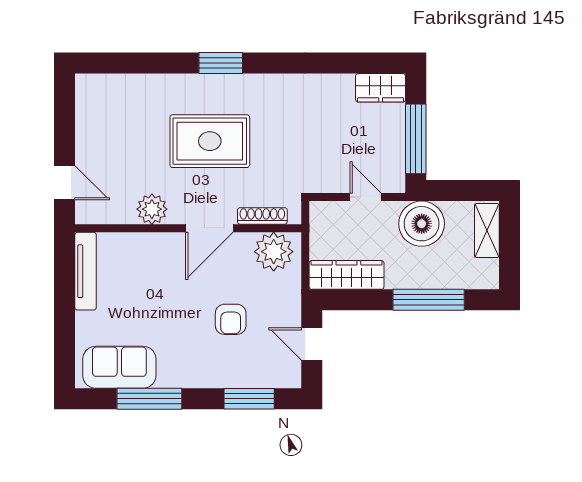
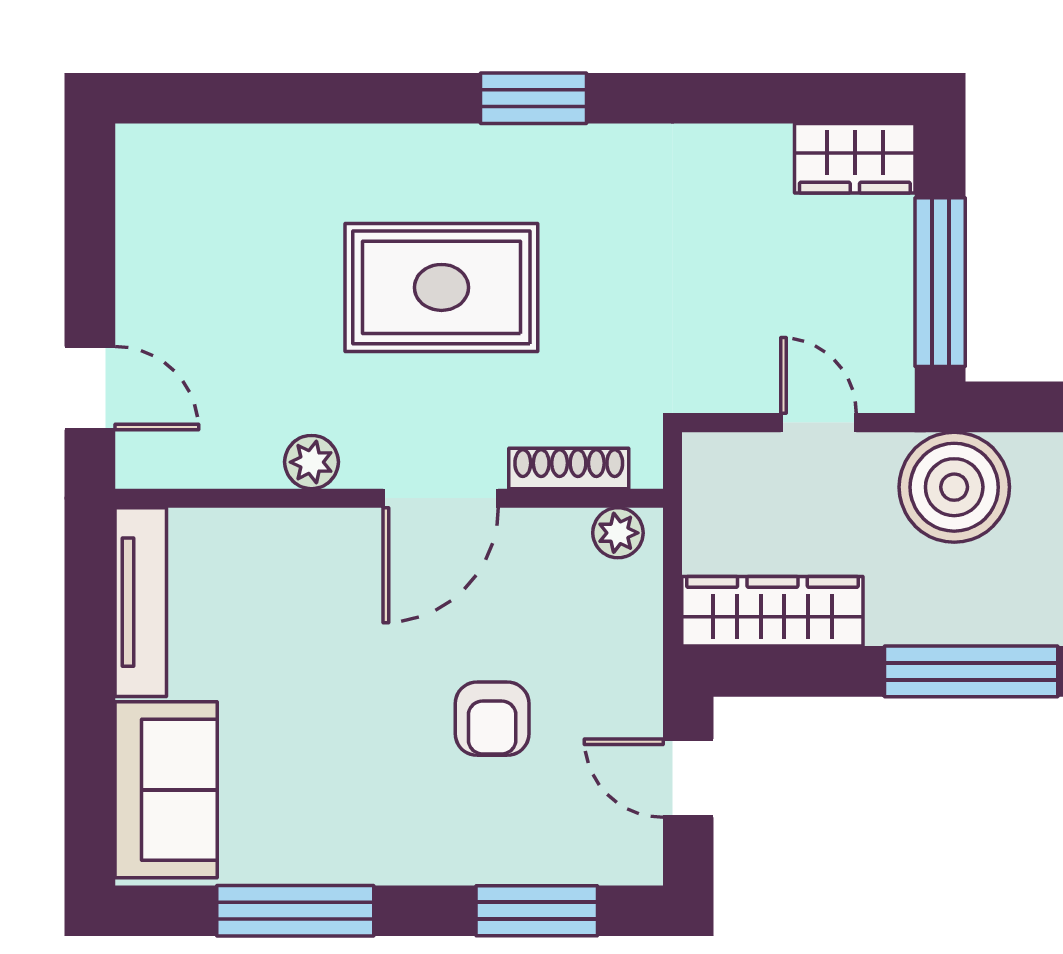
window: (221, 63) -> (533, 98), moved
plant: (152, 209) -> (311, 462), width x0.73, depth x0.73
plant: (274, 252) -> (618, 533), width x0.53, depth x0.53
sofa: (119, 367) -> (166, 790), moved, turned 90

